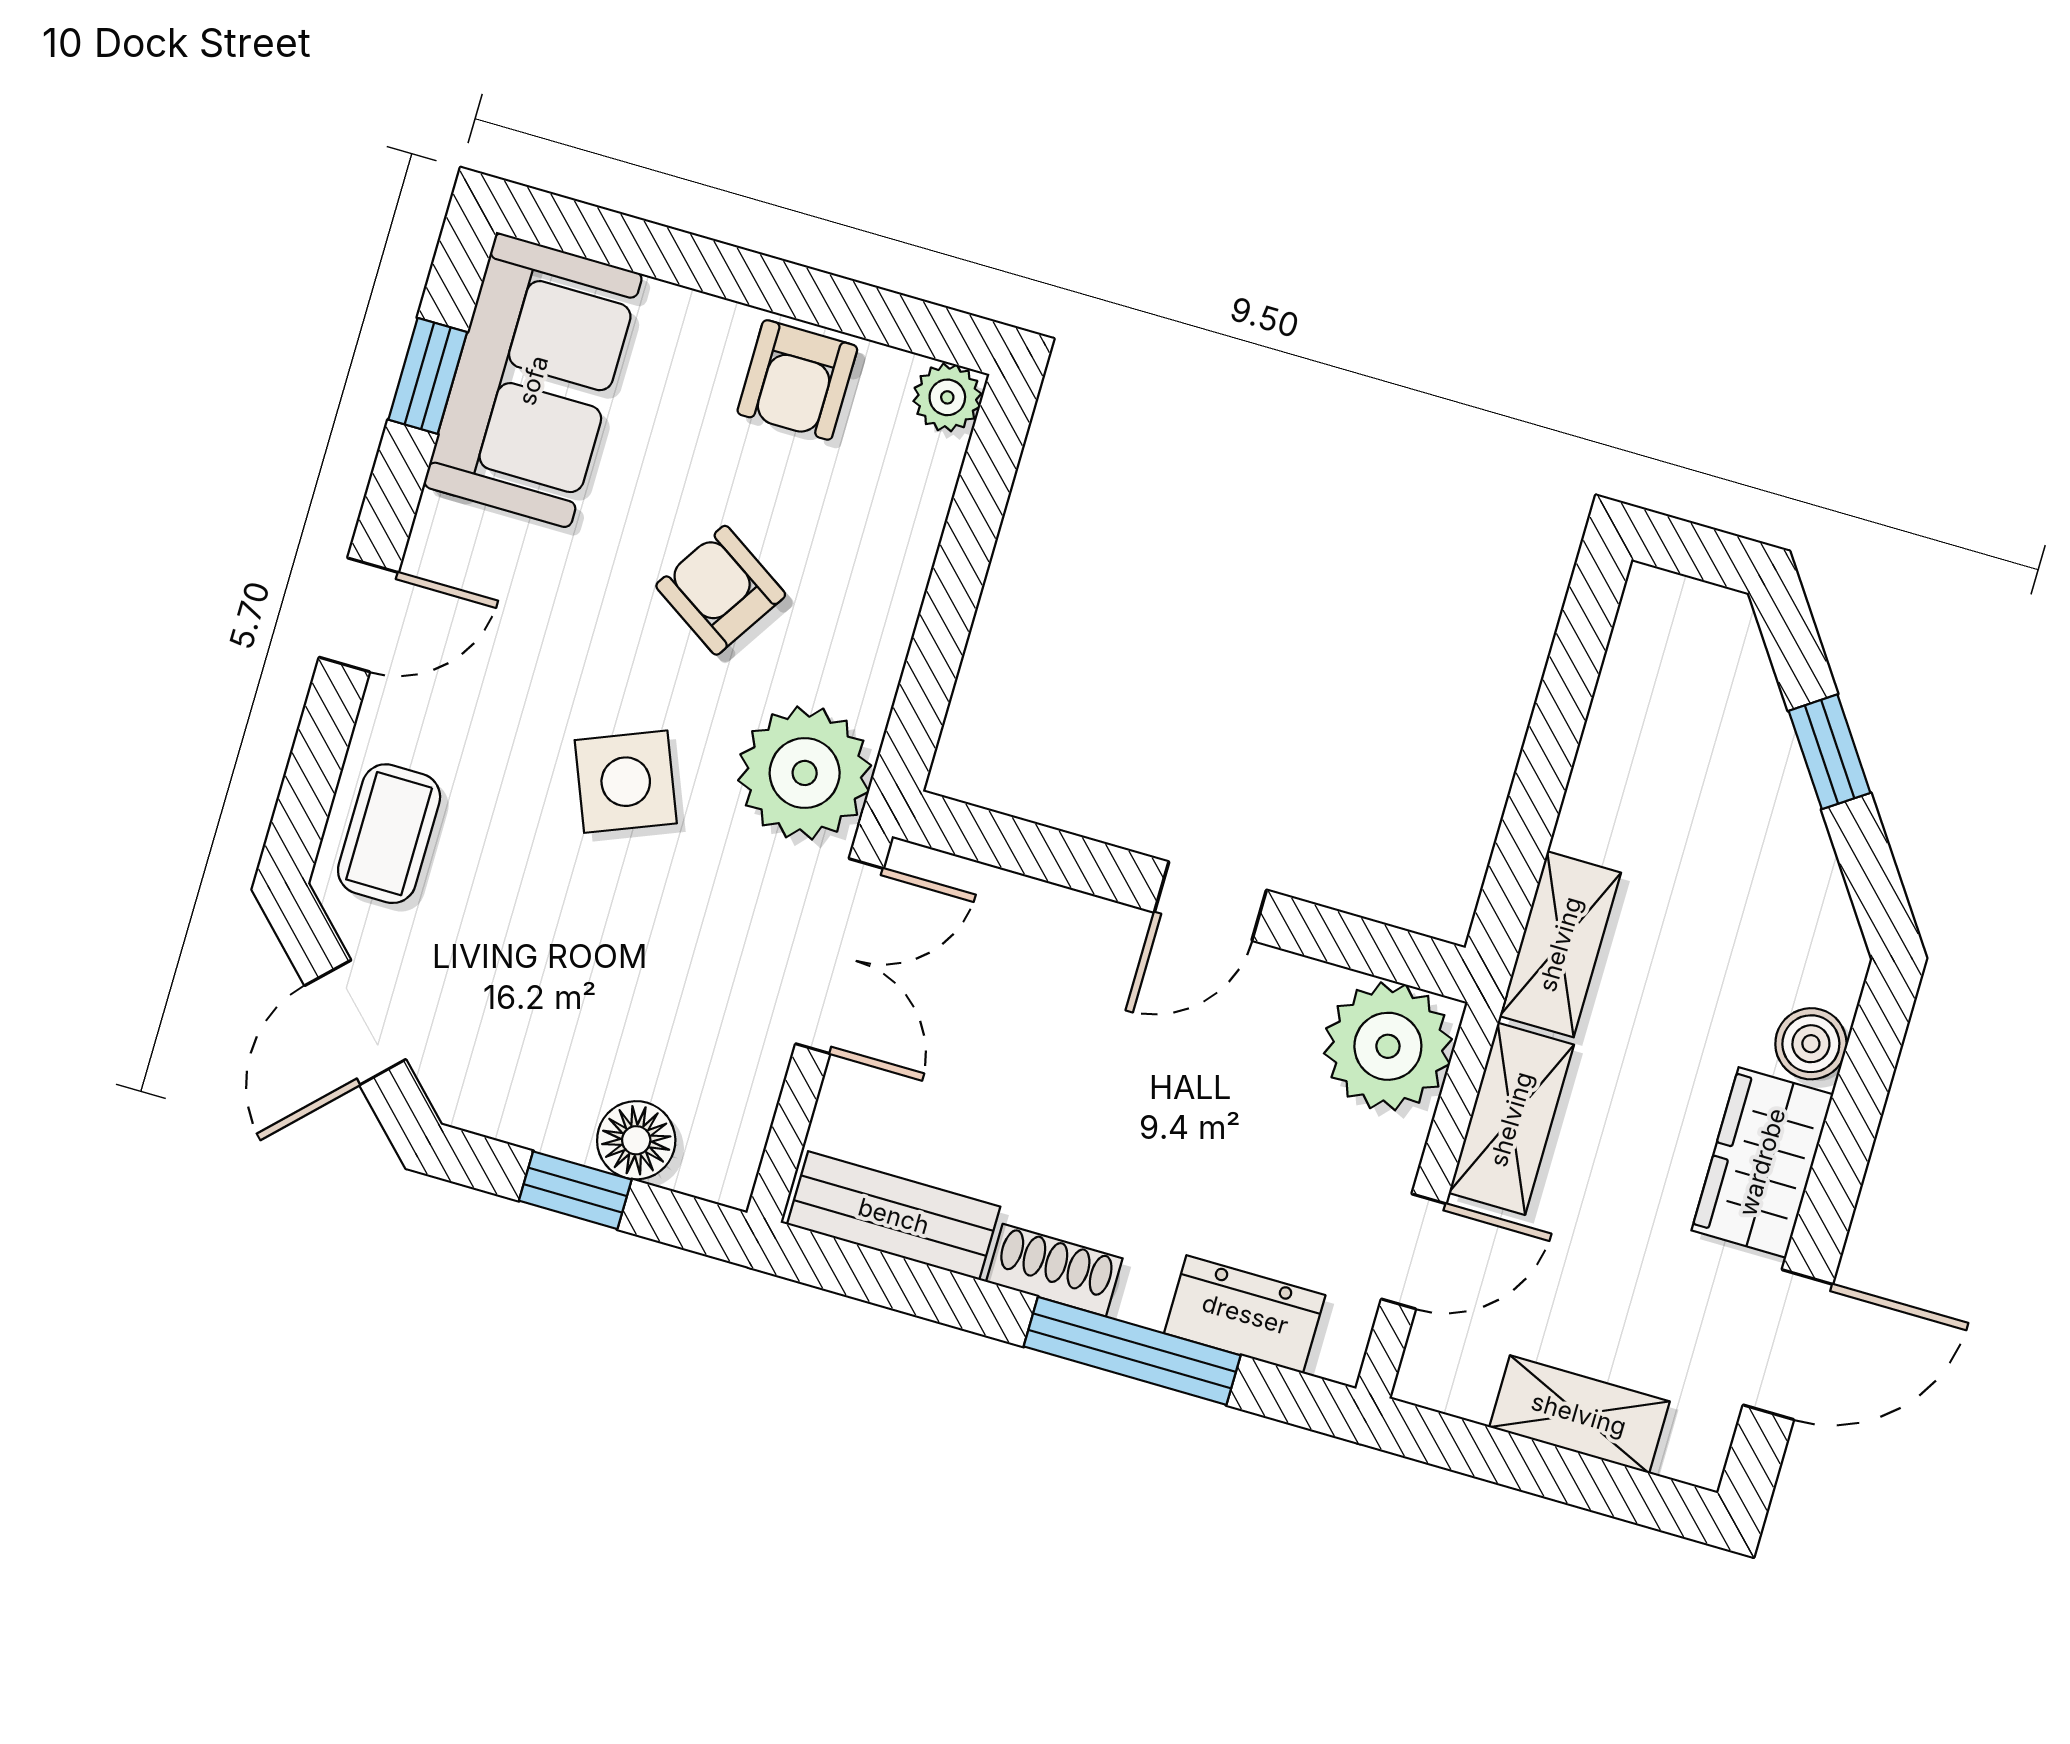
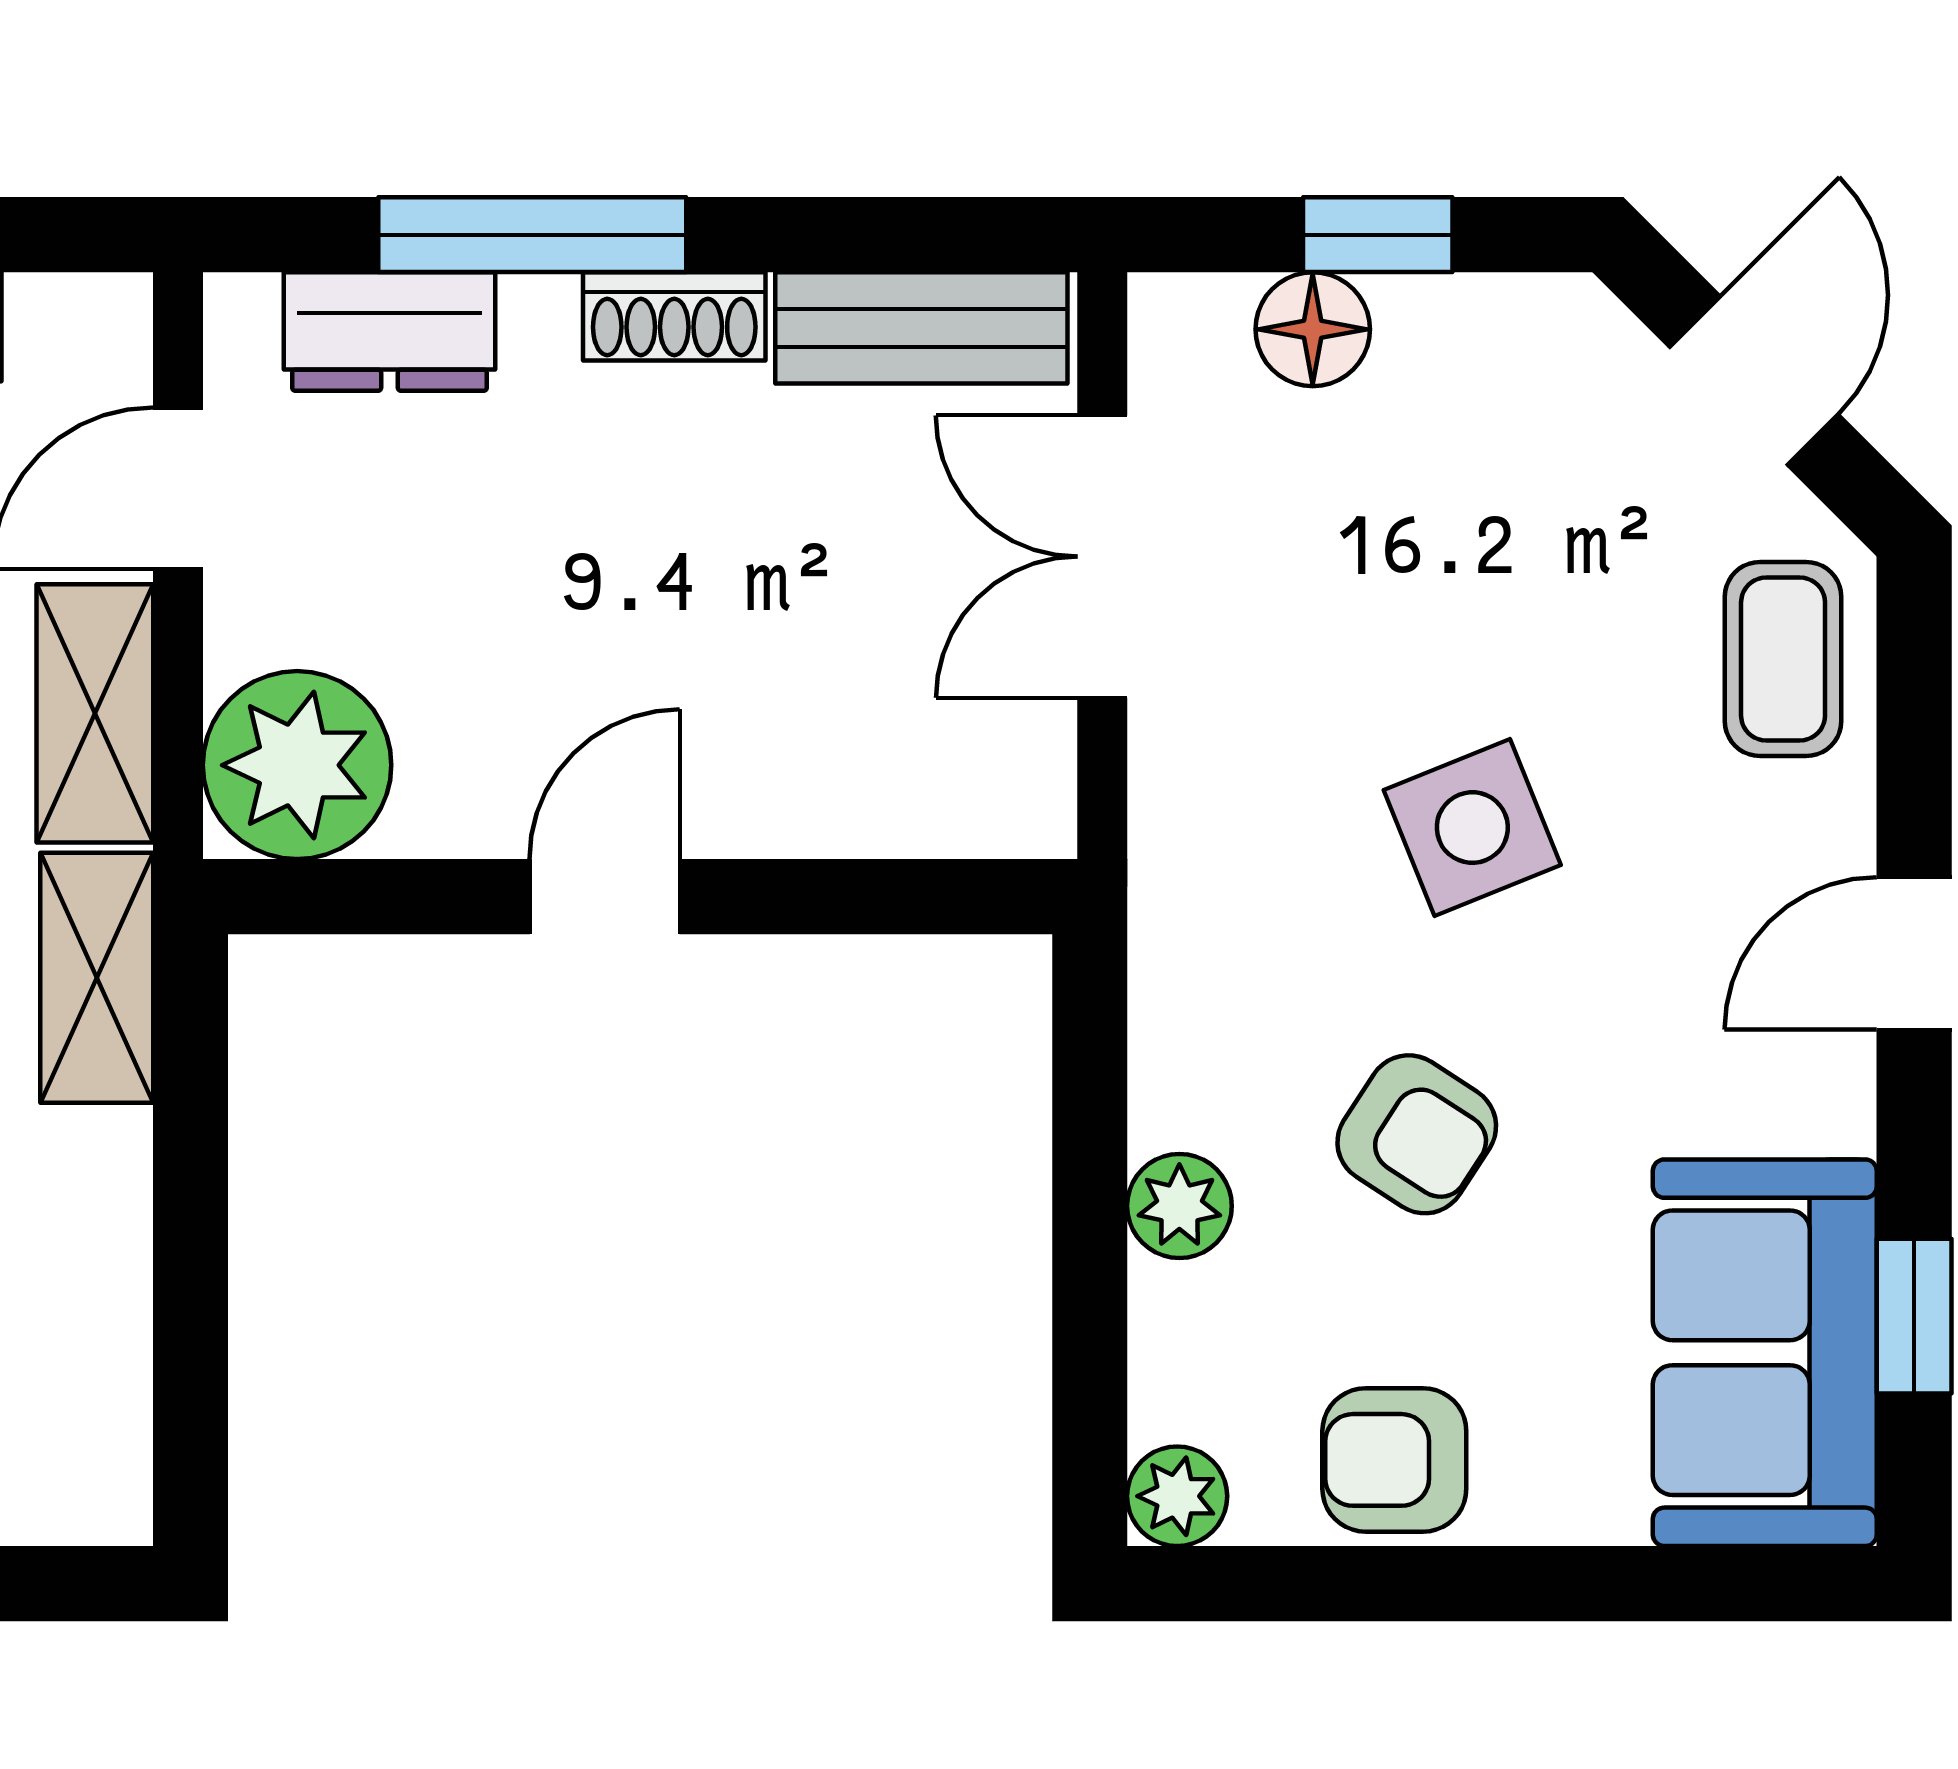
armchair: (797, 380) -> (1394, 1460), turned -90
plant: (805, 773) -> (1179, 1206), moved, width x0.53, depth x0.53
double door: (839, 956) -> (1102, 557), moved

